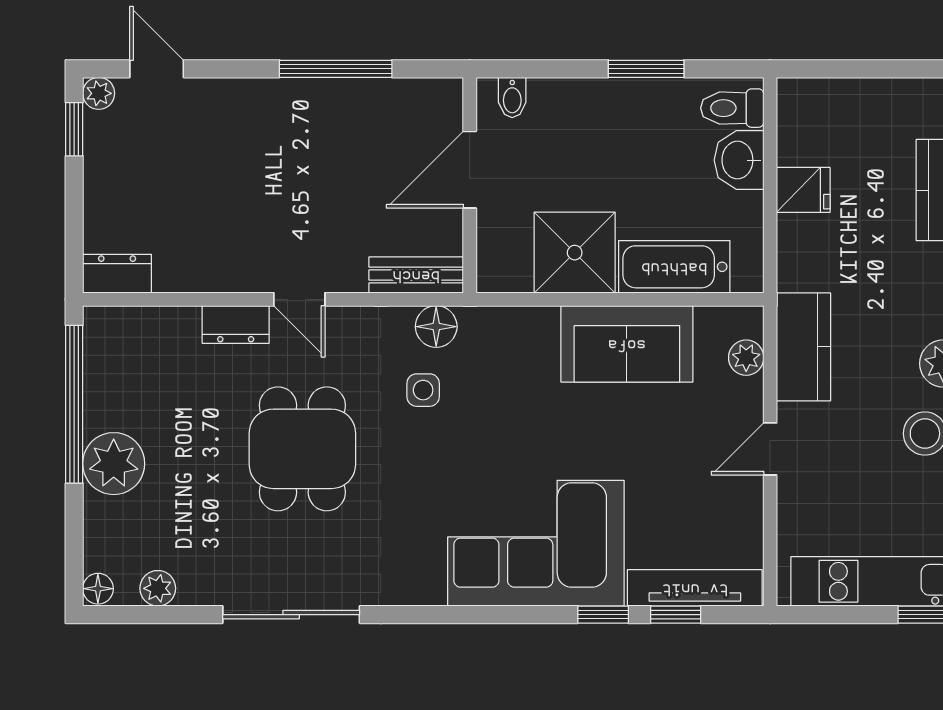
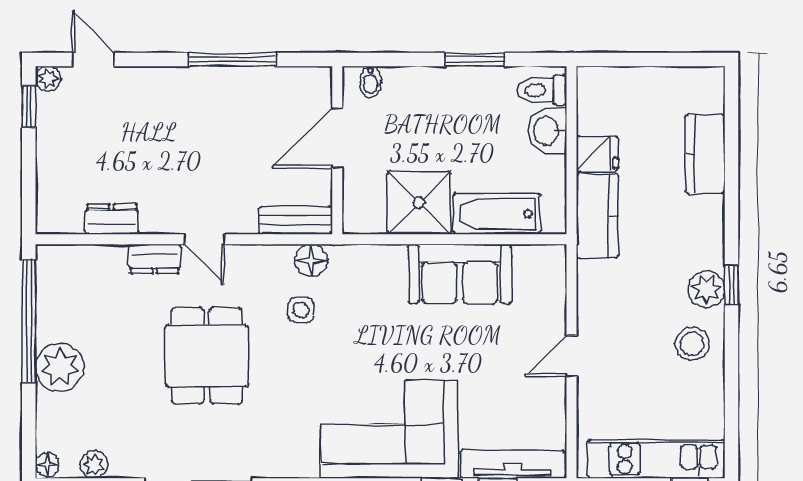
dresser: (117, 274) -> (112, 219), moved
kitchen counter: (803, 347) -> (597, 216), moved
plant: (746, 358) -> (553, 285), removed

